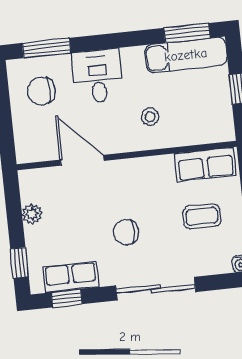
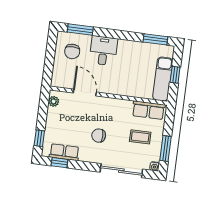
exam couch: (186, 55) -> (163, 79), moved, turned 90
chair: (41, 91) -> (72, 51), turned -90
stool: (150, 117) -> (126, 78), removed
plant: (32, 214) -> (54, 101), moved
sliding door: (156, 289) -> (121, 171), moved

